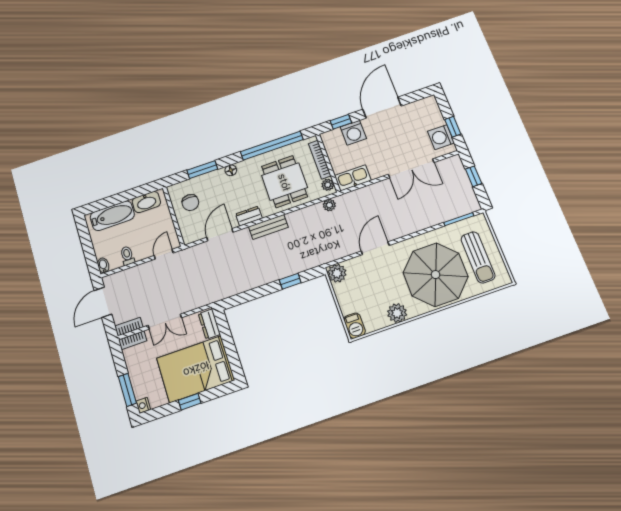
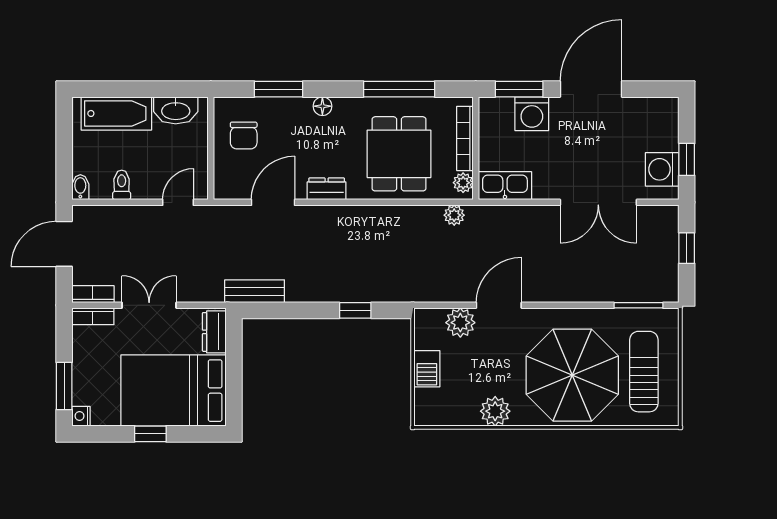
window: (341, 122) -> (519, 89), width x1.50
window: (272, 146) -> (399, 89), width x0.68
bench: (268, 227) -> (255, 291), moved
sun lounger: (478, 257) -> (644, 372), turned 180
plant: (337, 273) -> (460, 323), moved
double door: (165, 322) -> (149, 305), swing flipped
barbecue: (355, 326) -> (427, 369), moved

